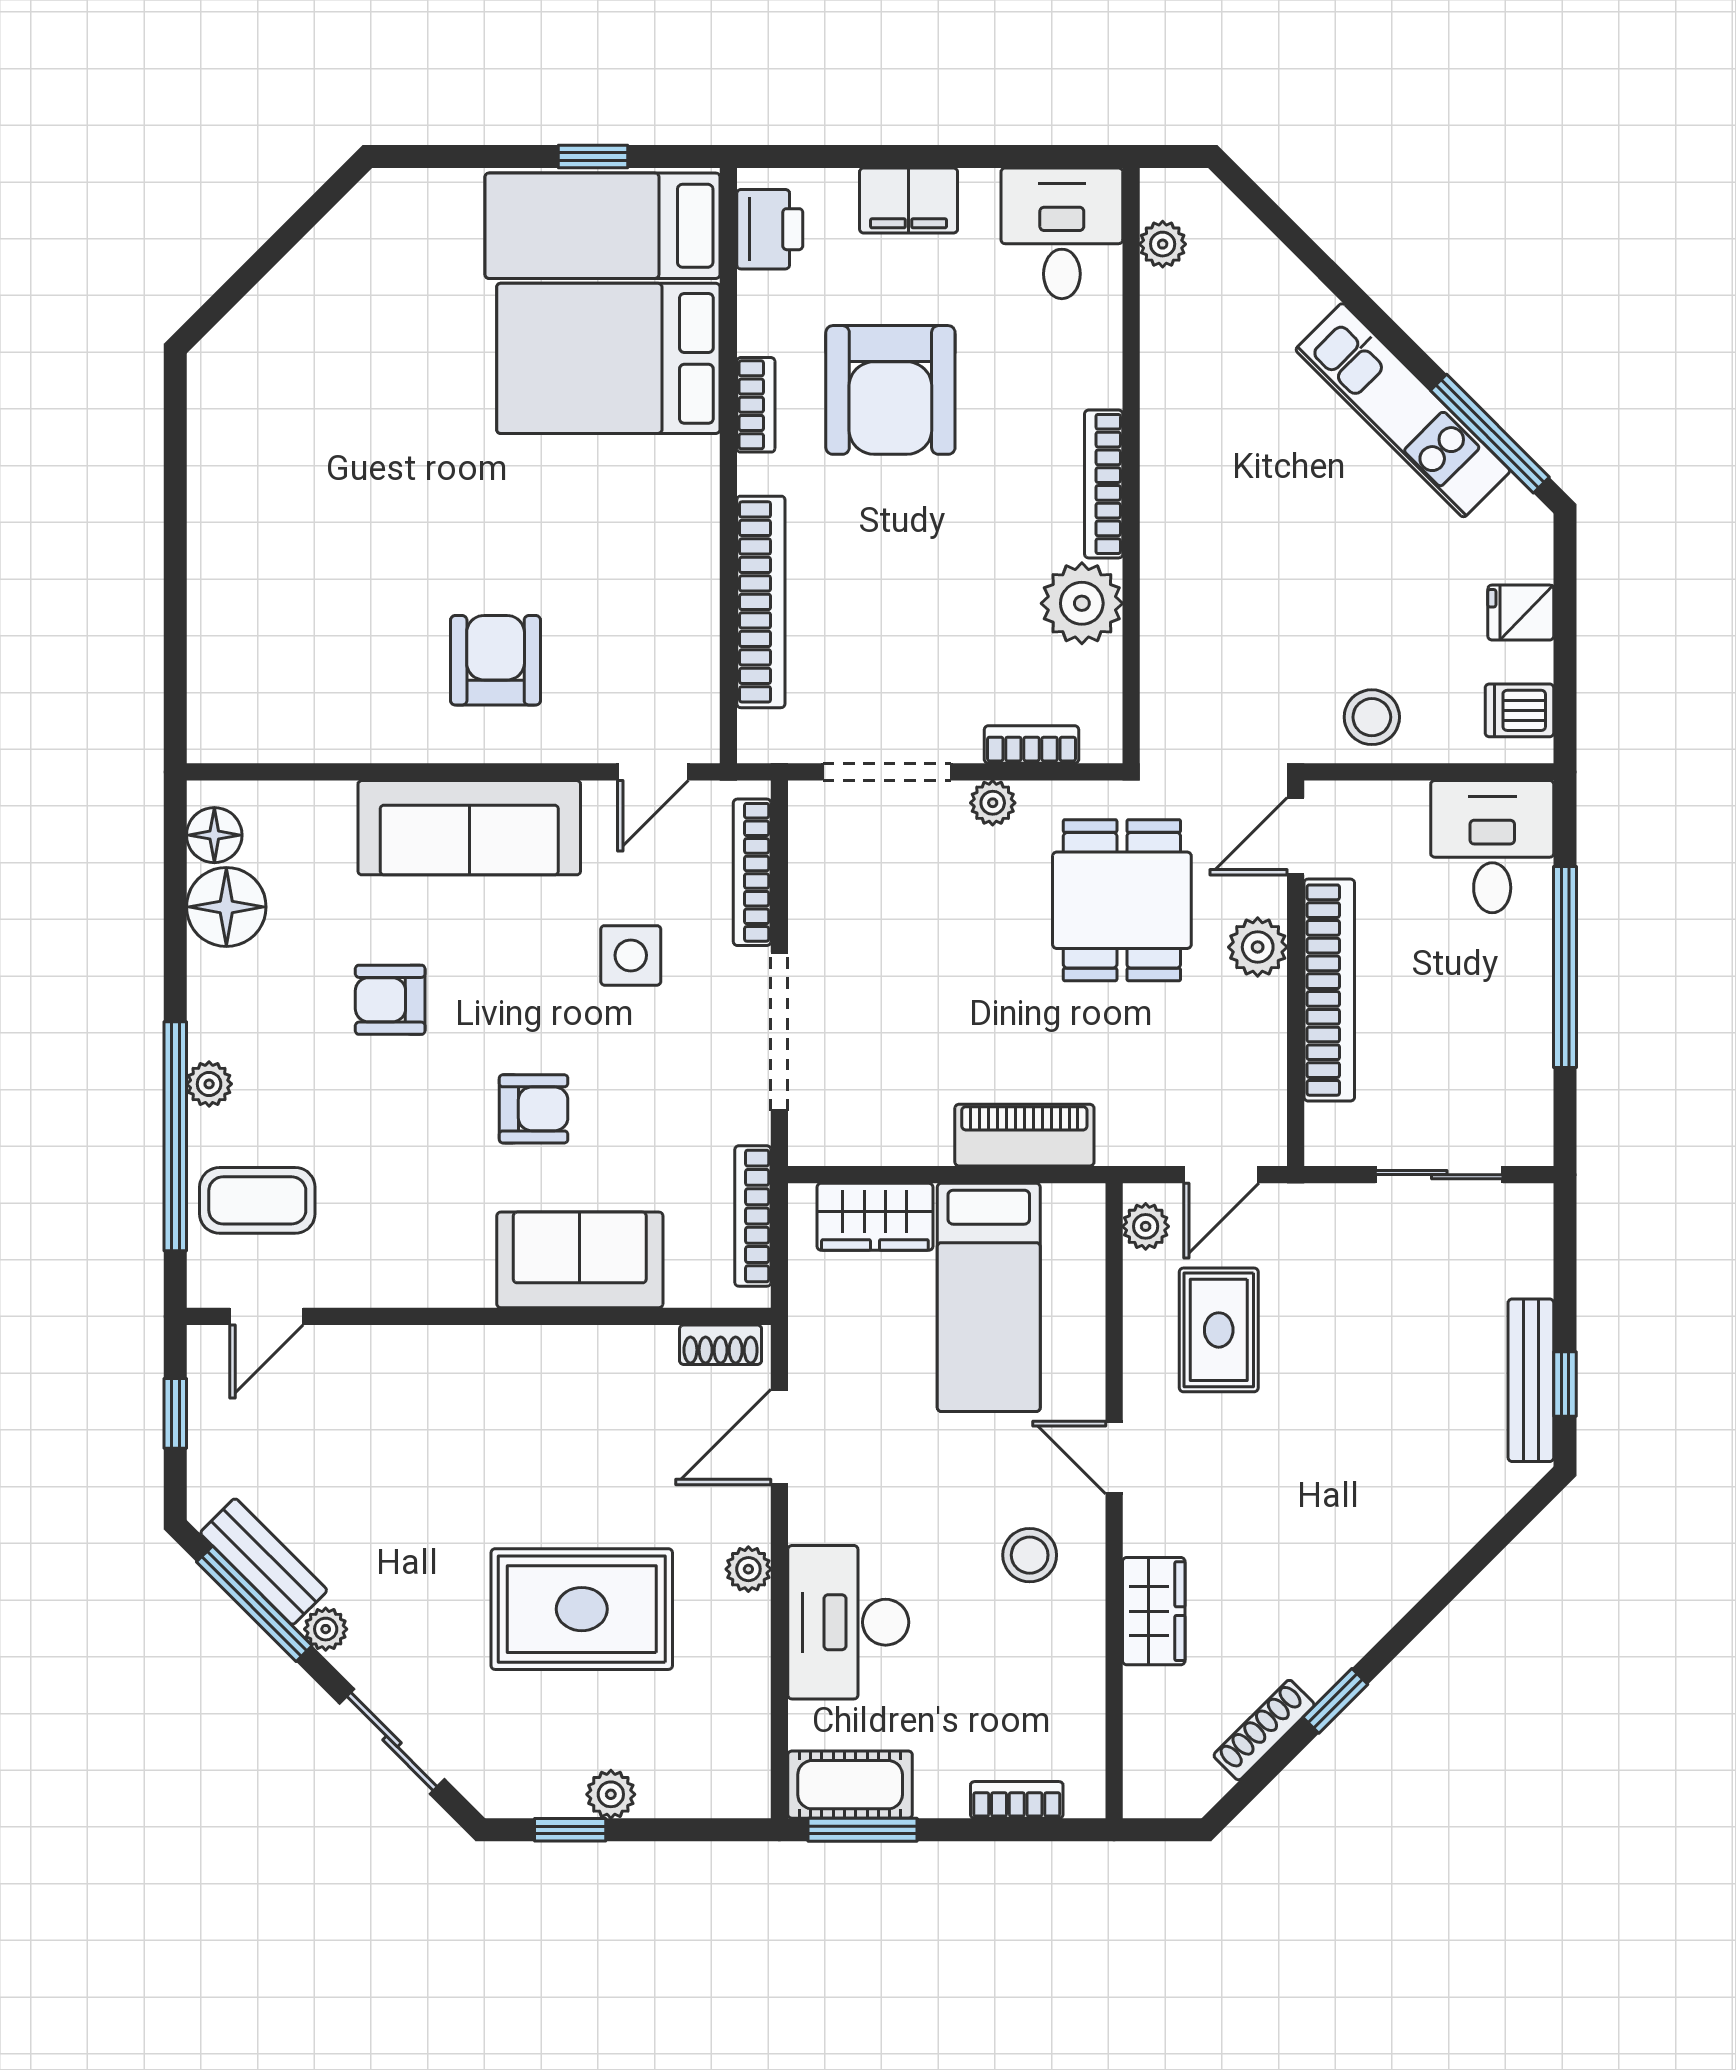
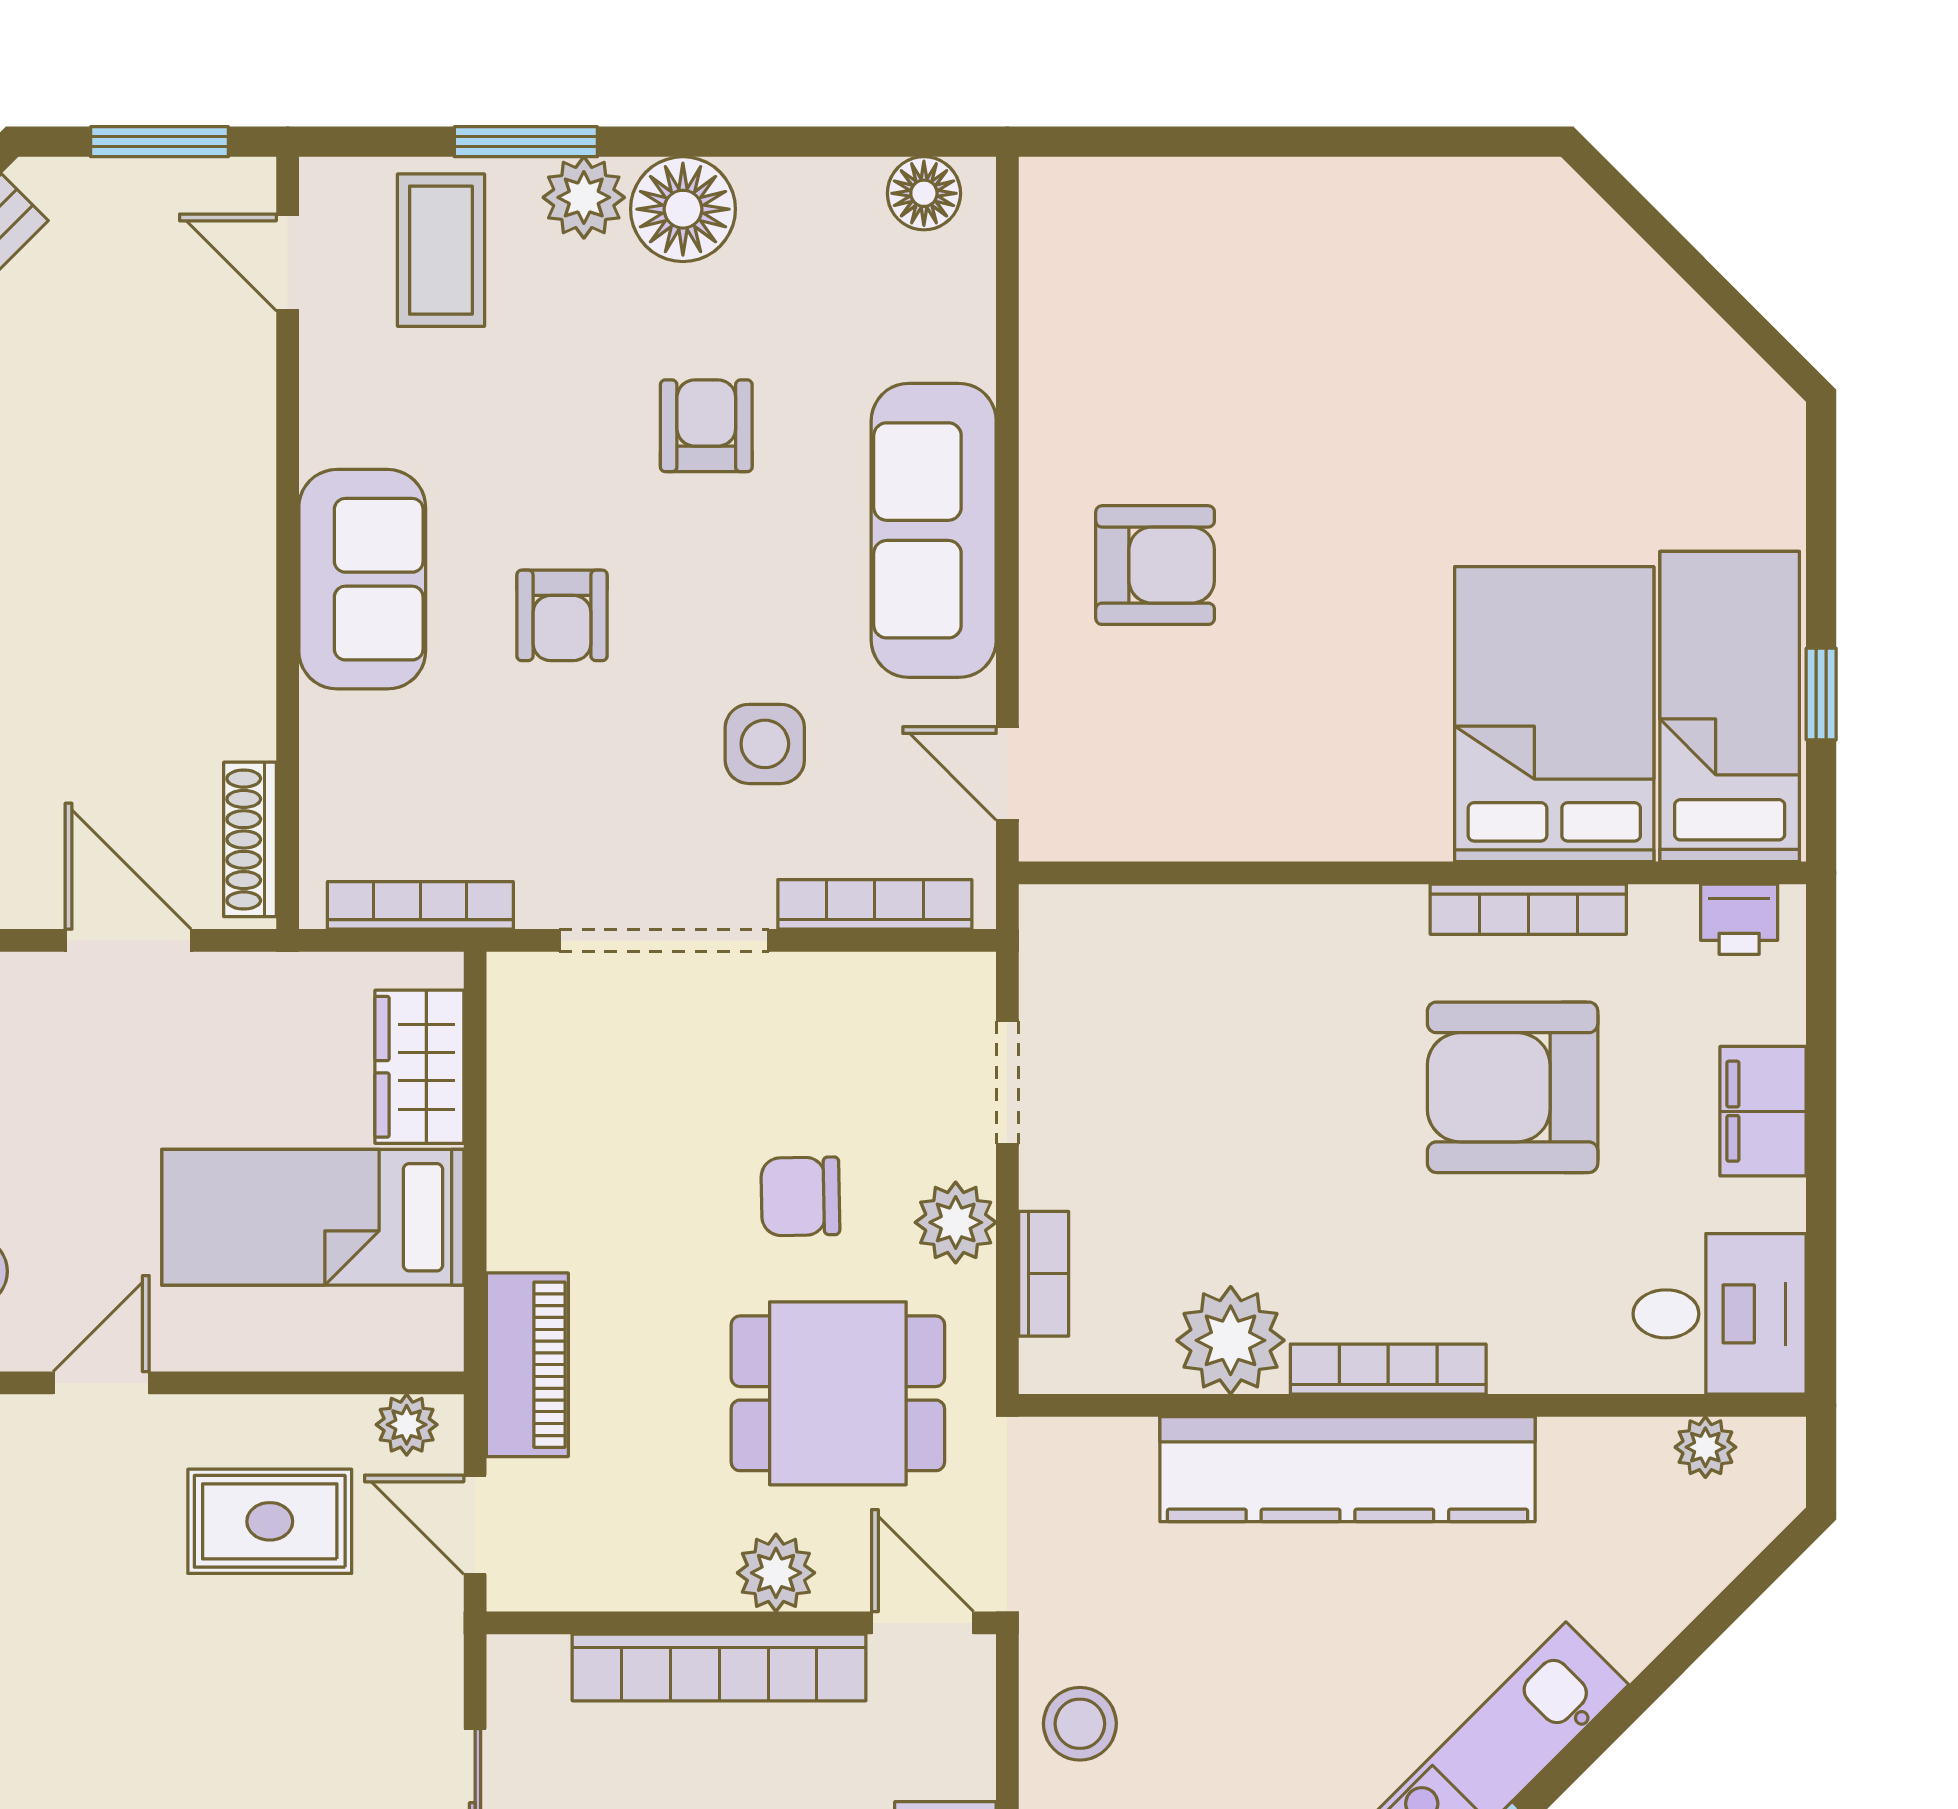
printer: (770, 229) -> (1739, 919), width x0.73, depth x0.81
bookcase: (756, 405) -> (1528, 909), width x1.56
kitchen counter: (1179, 515) -> (1347, 1469), added
bookcase: (761, 602) -> (1232, 916), removed
doorway: (887, 772) -> (1007, 1083), width x0.73
plant: (993, 803) -> (956, 1222), width x1.38, depth x1.38
floor lamp: (226, 907) -> (683, 209), moved
chair: (973, 929) -> (800, 1196), added
plant: (209, 1084) -> (584, 197), width x1.38, depth x1.38
piano: (1024, 1135) -> (527, 1365), moved
window: (175, 1136) -> (526, 142), width x0.47
sofa: (580, 1260) -> (362, 579), moved
shoe rack: (721, 1345) -> (250, 839), width x1.43
window: (175, 1413) -> (159, 142), width x1.50

